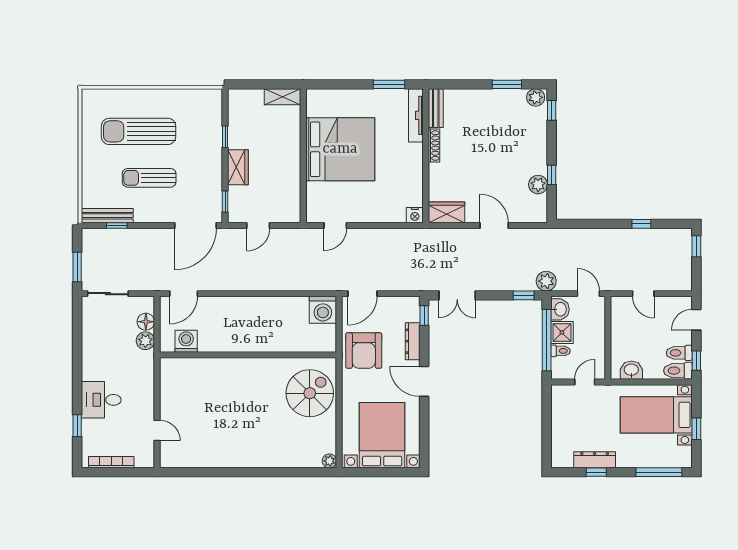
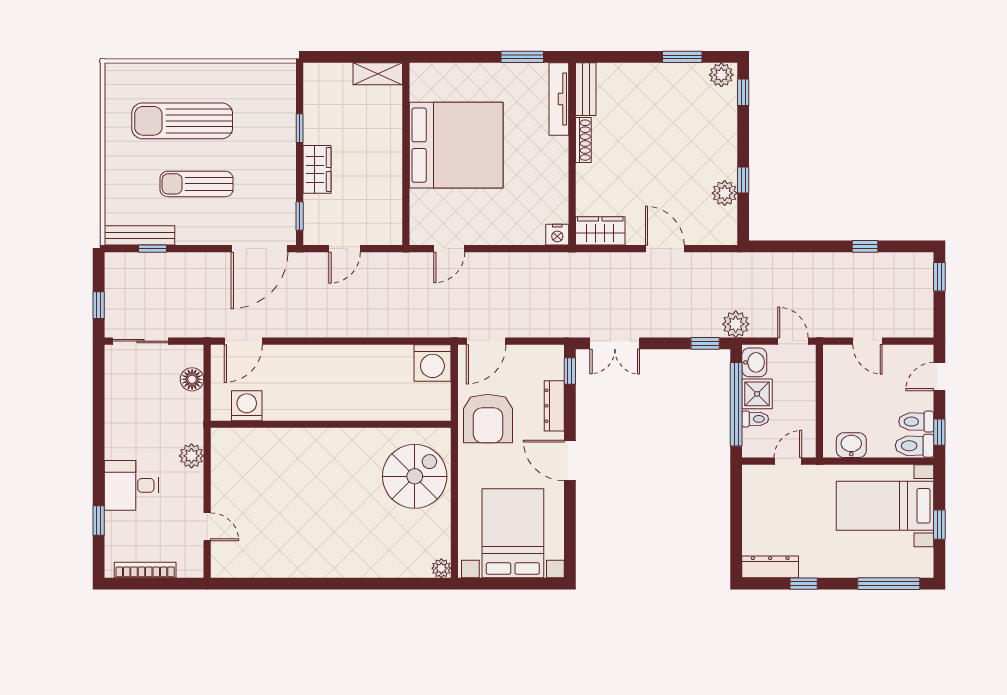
window: (77, 267) -> (99, 305), width x0.67
plant: (145, 341) -> (191, 456), moved
dresser: (595, 460) -> (770, 567), moved

